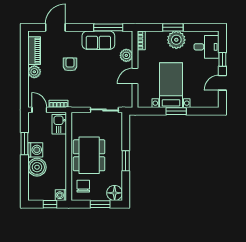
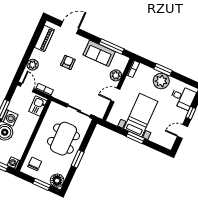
plant: (34, 72) -> (33, 65), moved
dining table: (89, 155) -> (63, 139), moved

